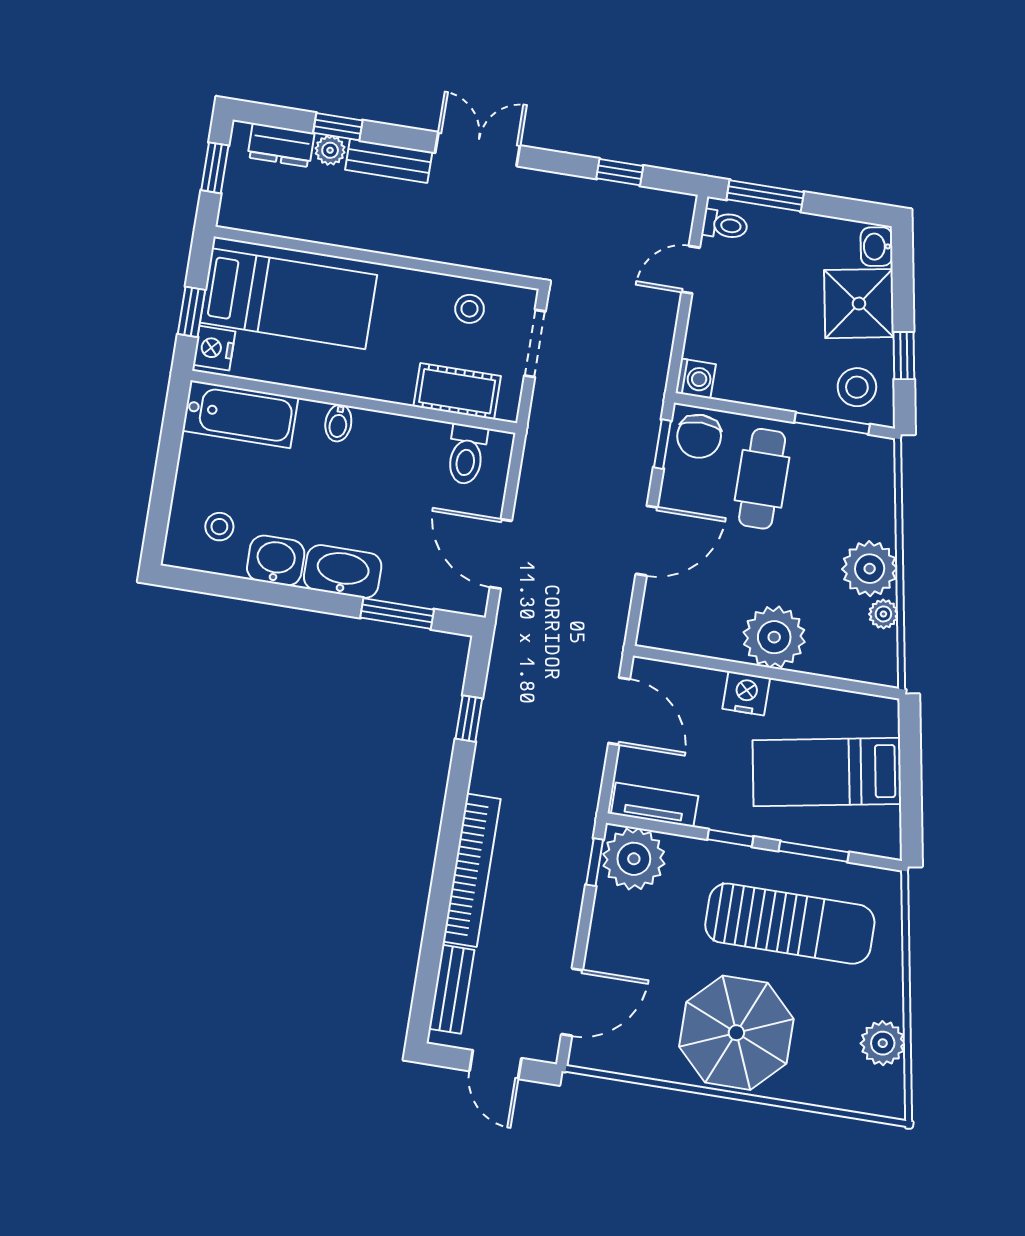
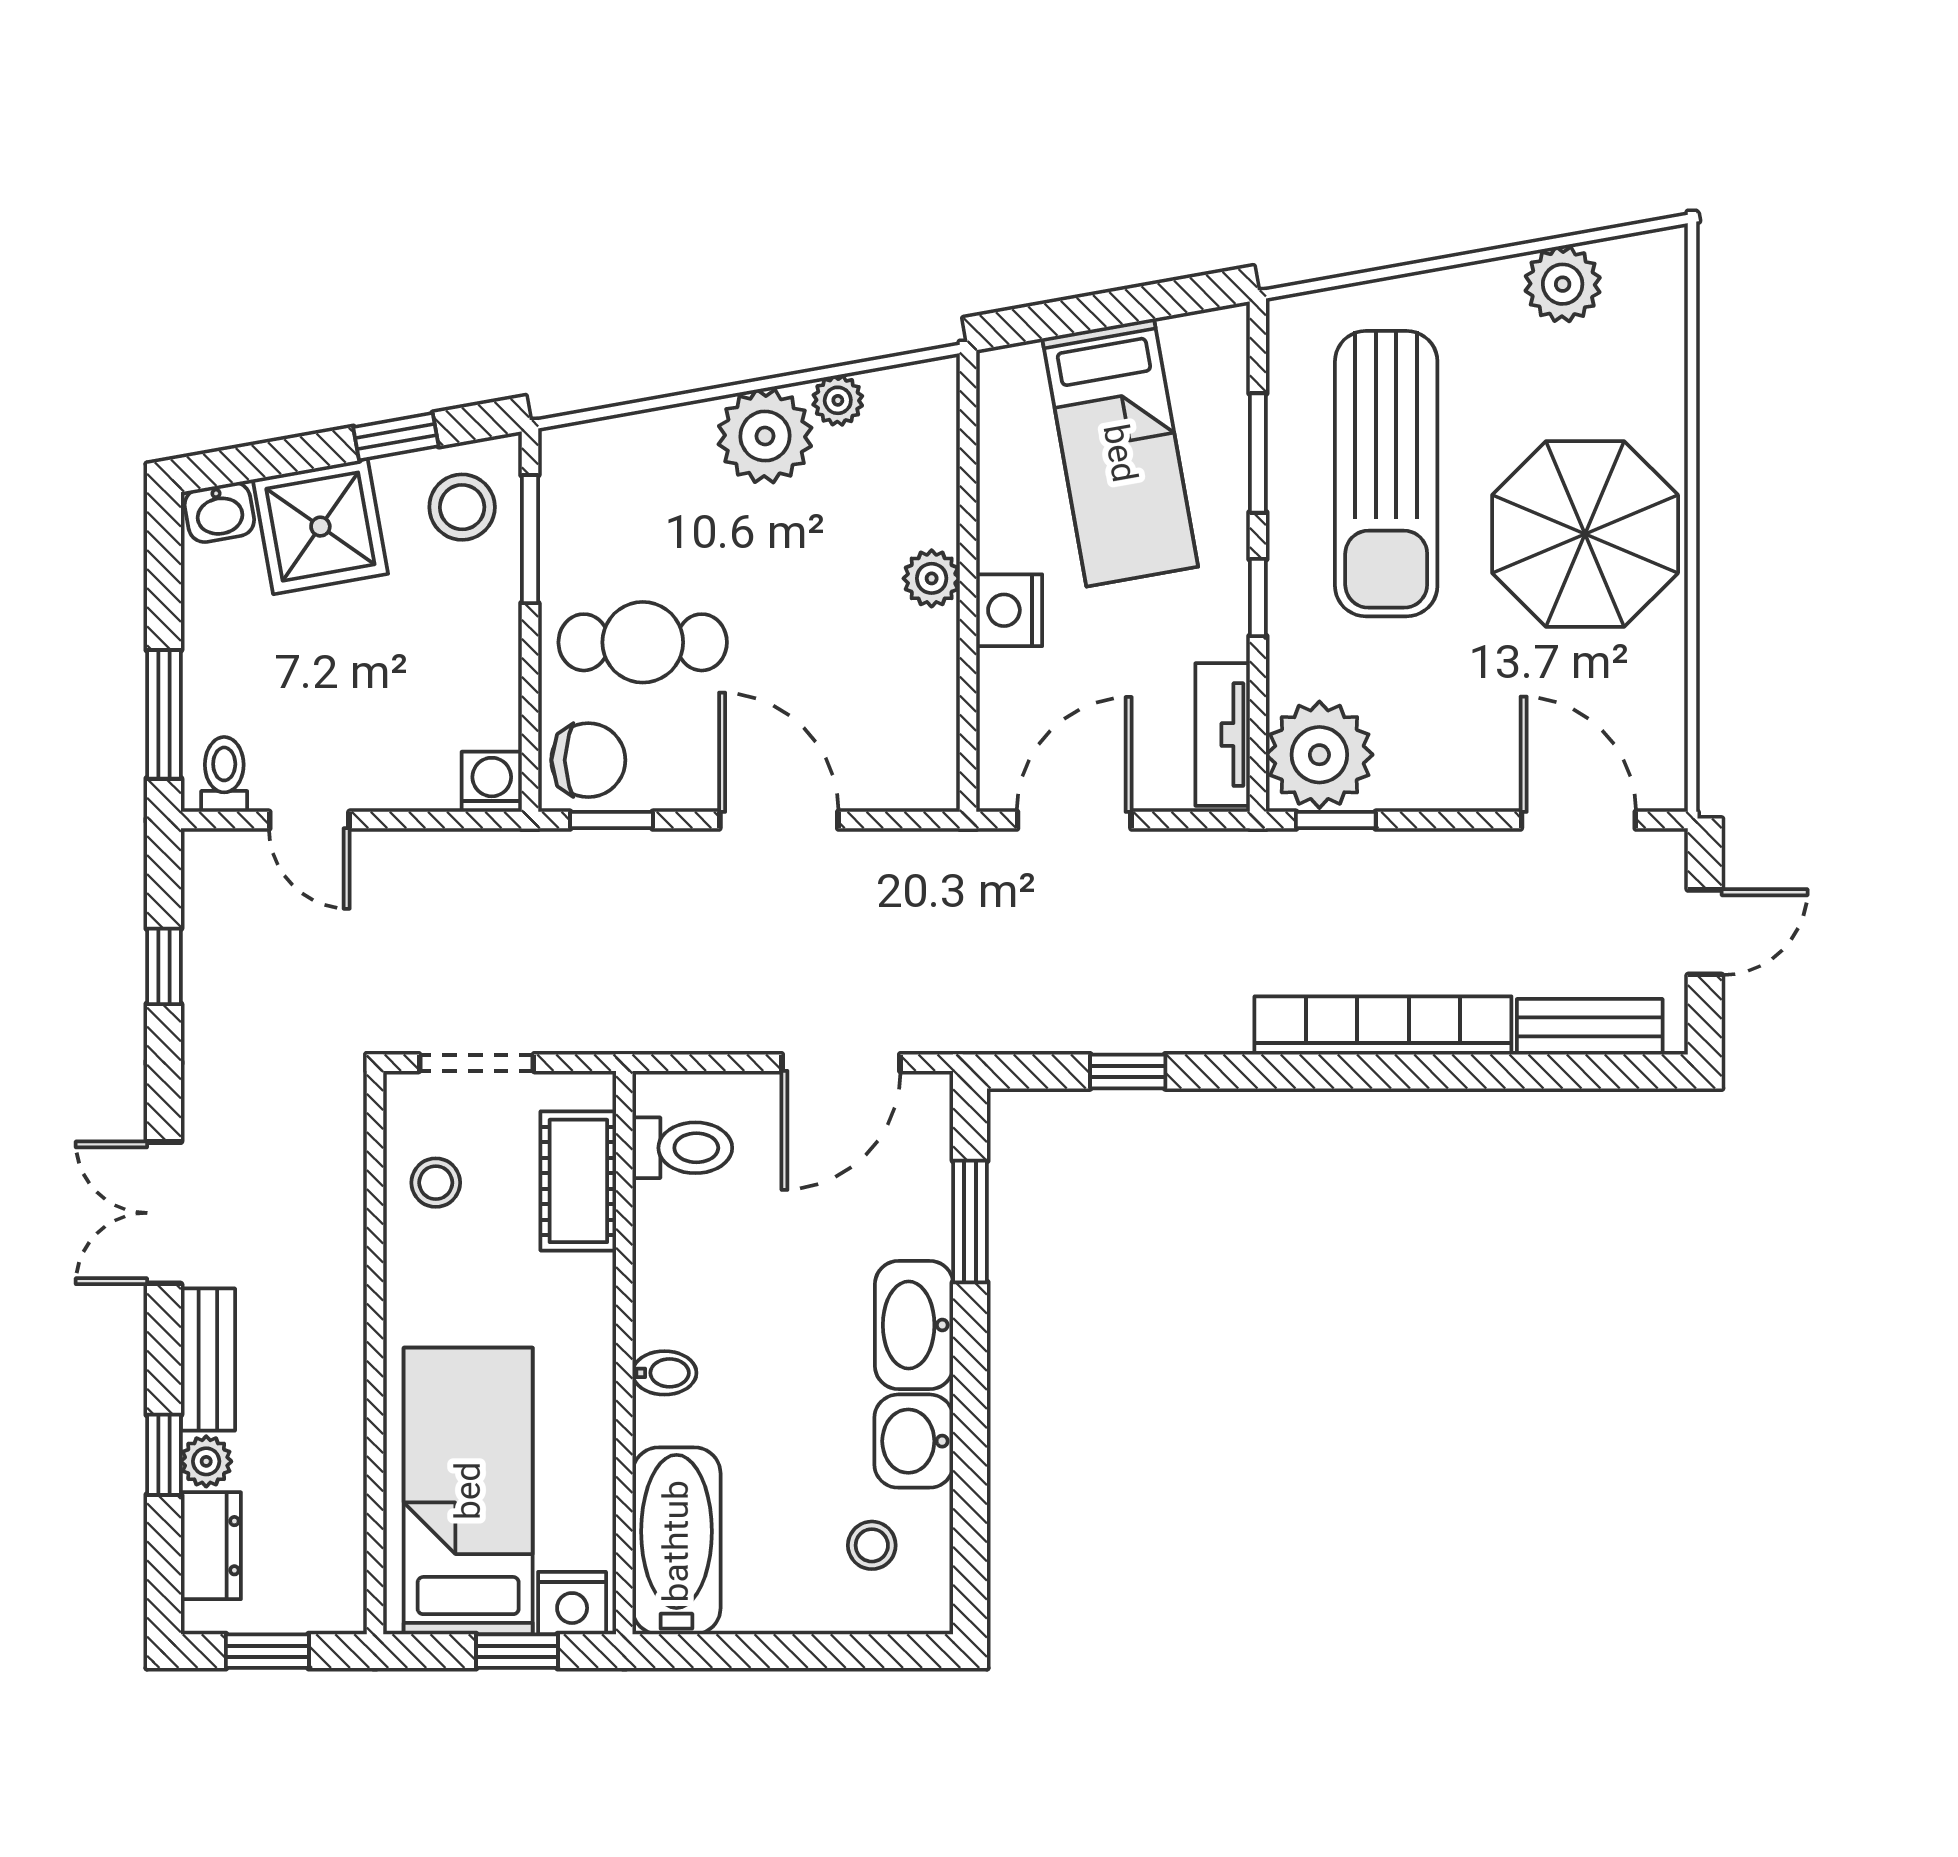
plant: (774, 637) -> (932, 578), width x0.53, depth x0.53
sun lounger: (790, 924) -> (1386, 474), turned 180

